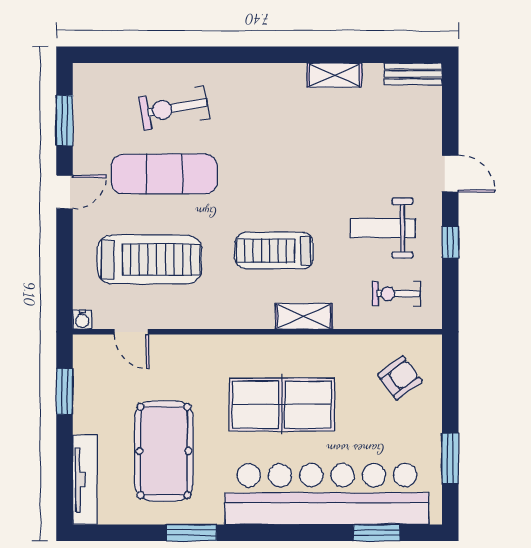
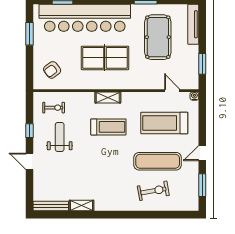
bench: (413, 74) -> (51, 206), width x1.36
weight bench: (383, 228) -> (60, 137), turned -90
shelving: (304, 316) -> (108, 97), moved

